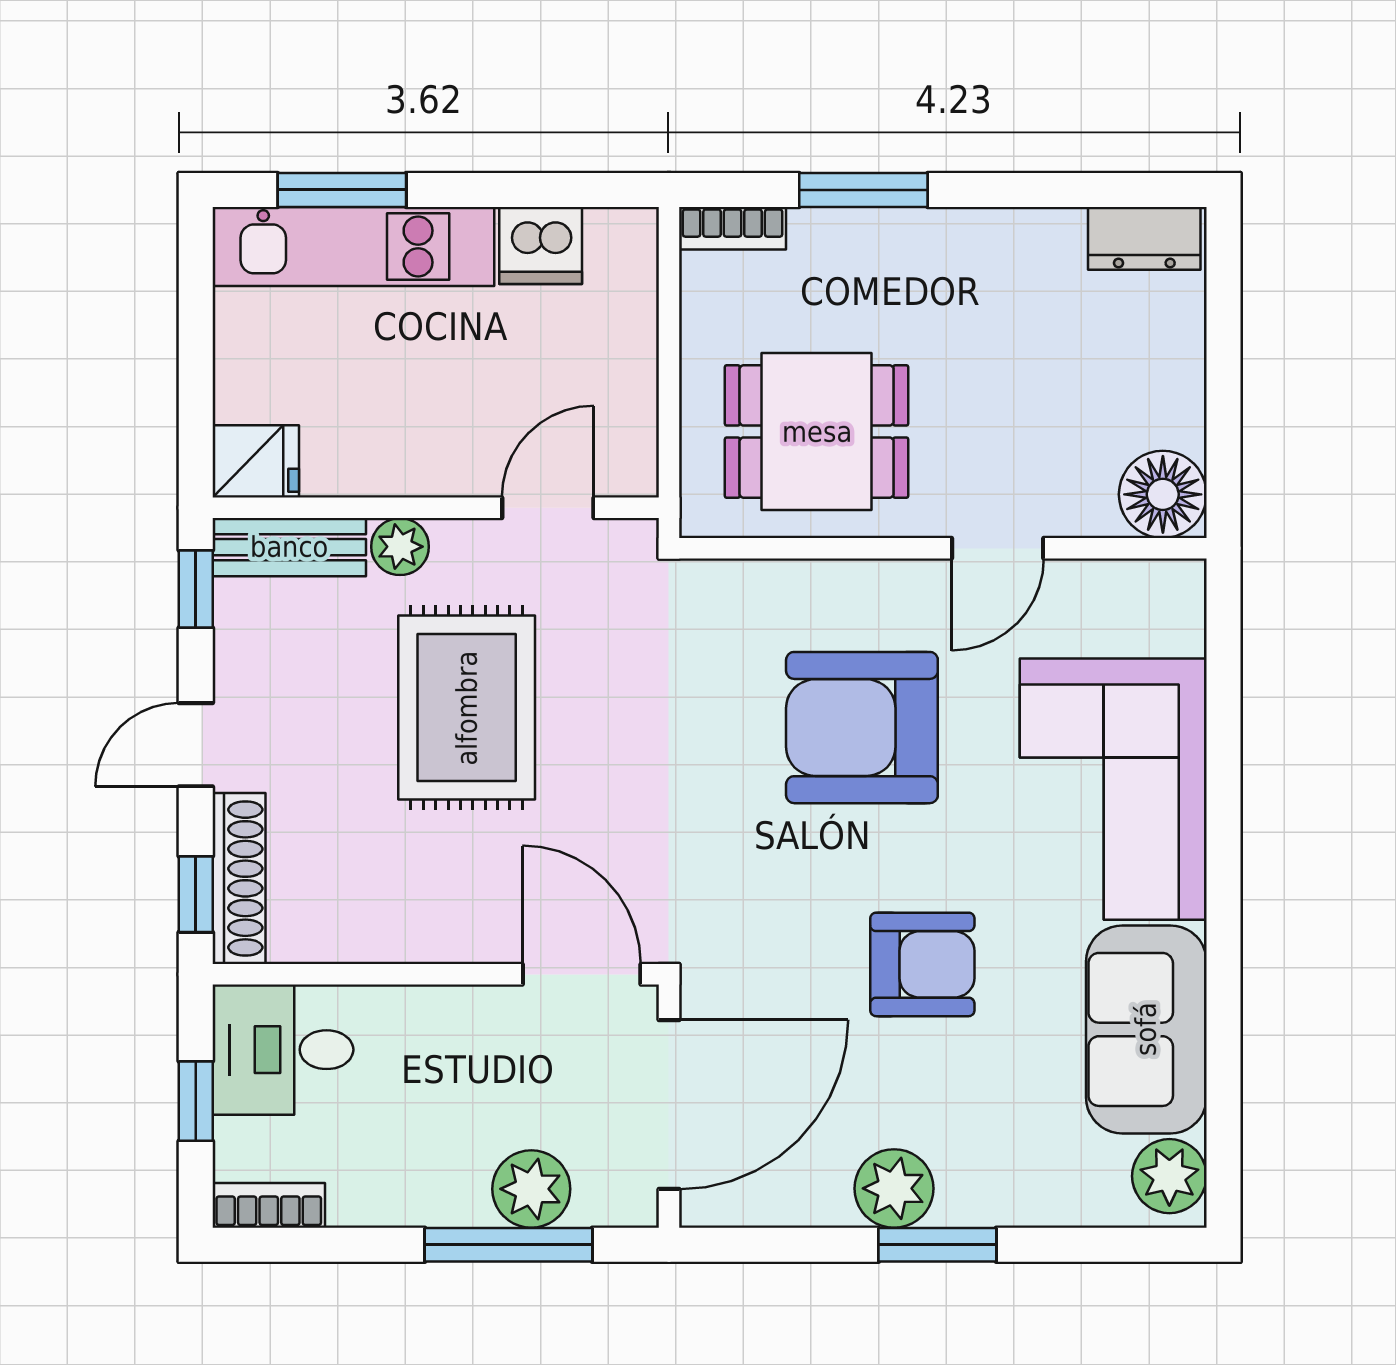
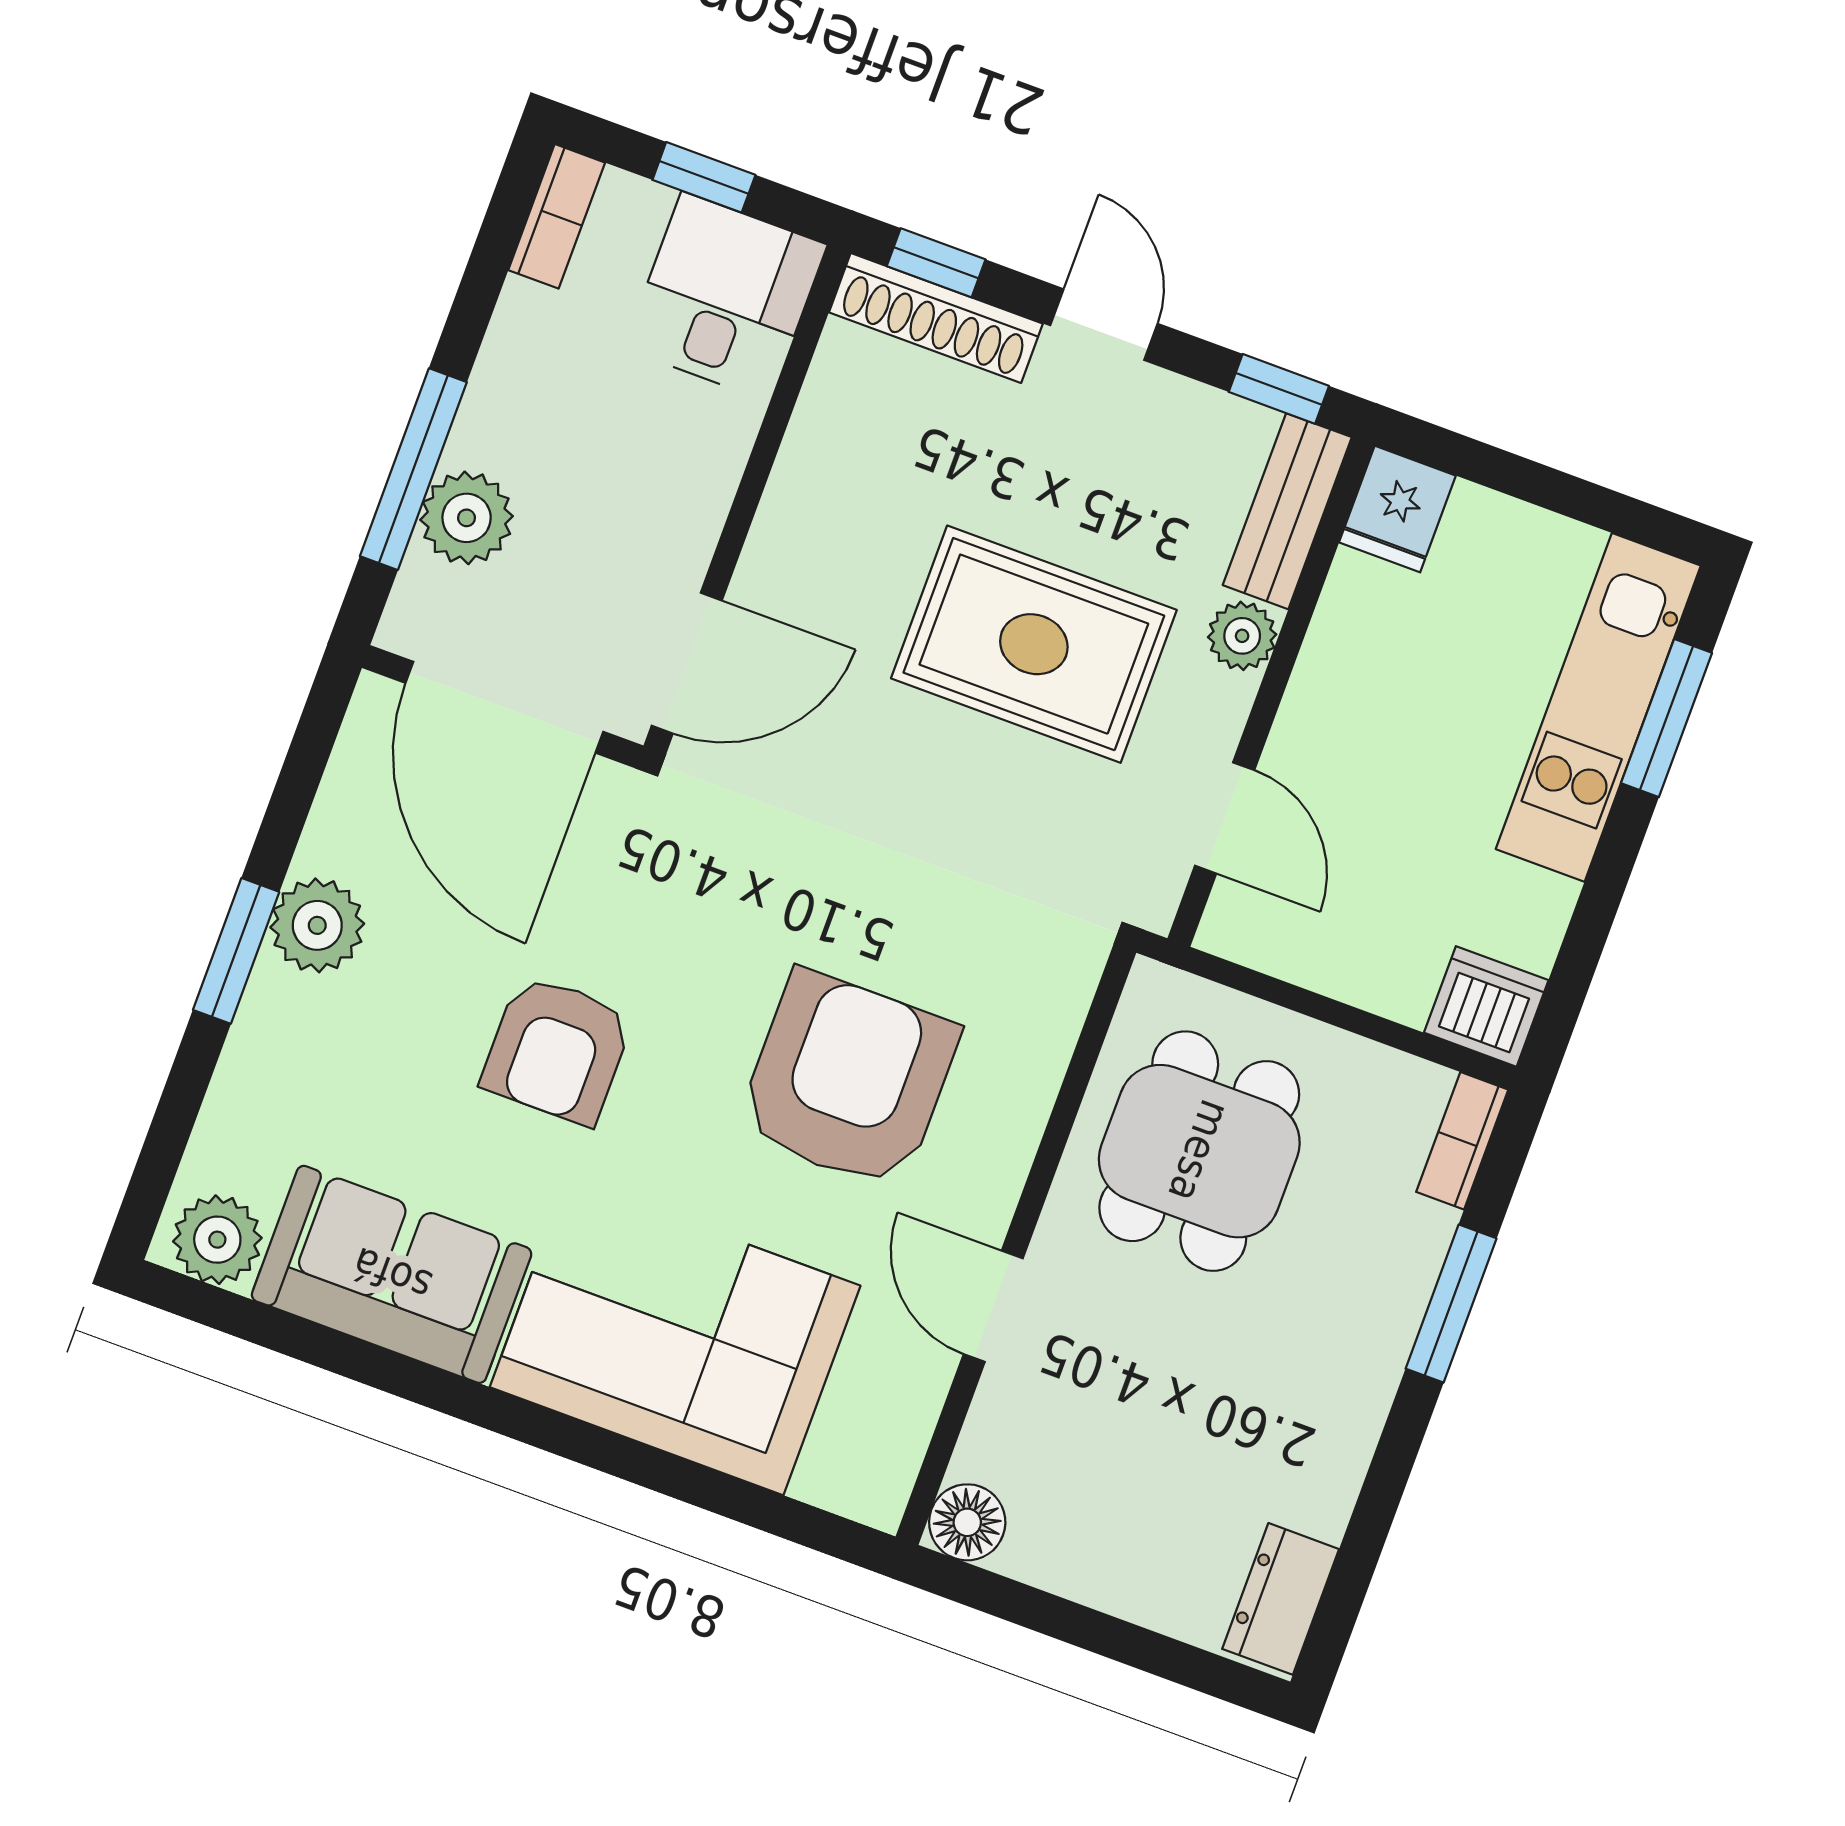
dishwasher: (541, 245) -> (1486, 1006), moved, turned 90
floor lamp: (1163, 494) -> (967, 1522), width x0.73, depth x0.73

